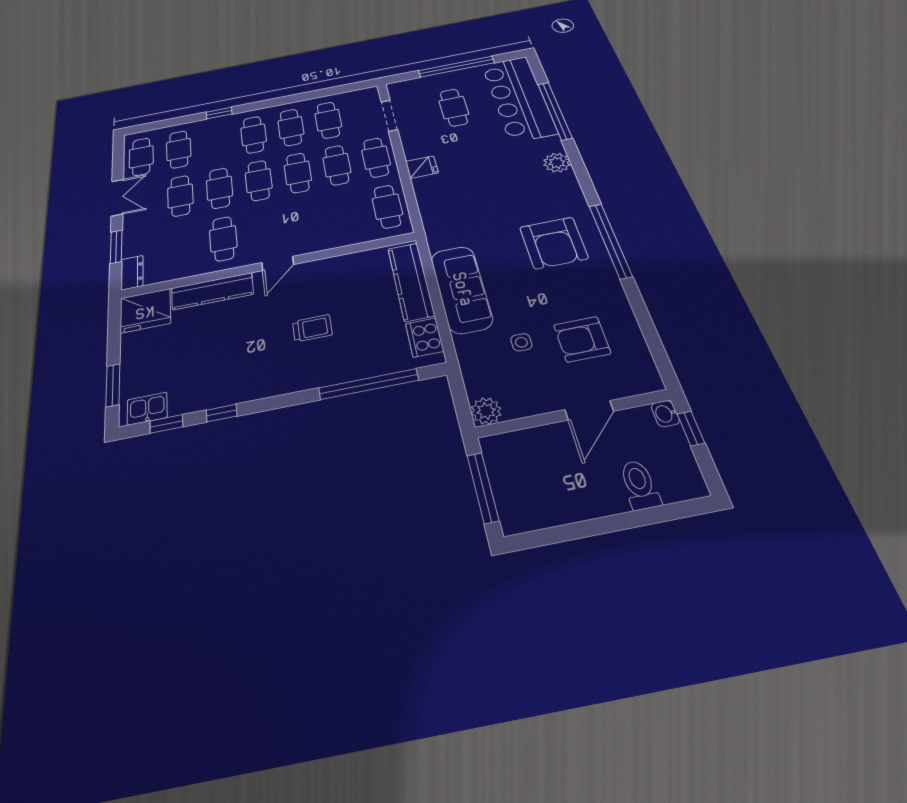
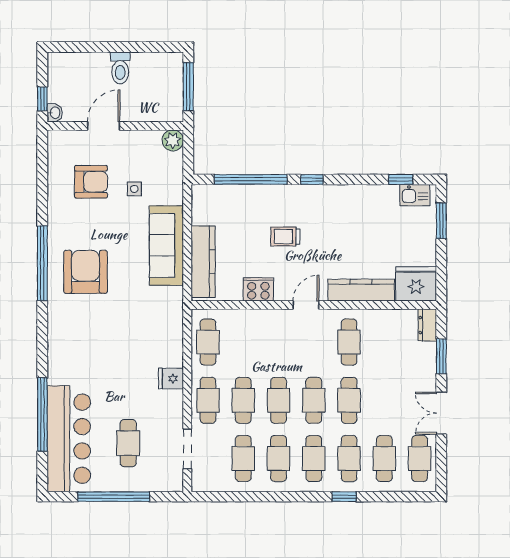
plant: (557, 163) -> (59, 354), removed
cafe table: (180, 196) -> (349, 459), moved
cooker: (425, 337) -> (258, 289), moved, turned -90
window: (222, 413) -> (312, 179), moved
toilet: (640, 485) -> (120, 68), moved

